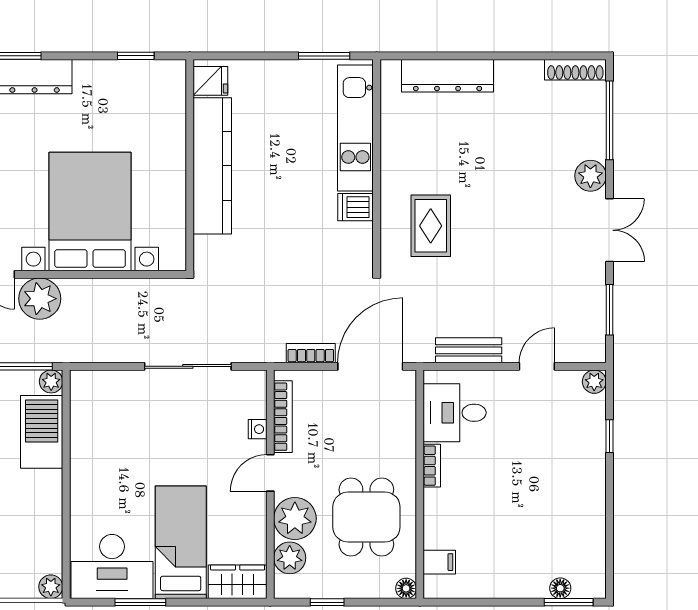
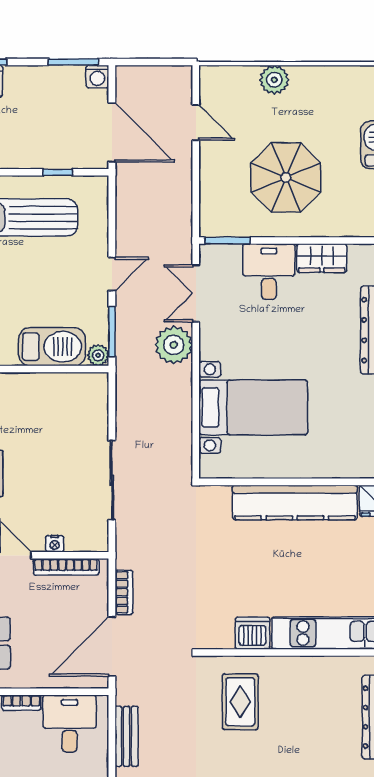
dishwasher: (355, 207) -> (252, 633), width x1.38
bed with nightstands: (90, 212) -> (253, 407), width x0.73
rug: (431, 226) -> (240, 702), turned 90
door: (370, 366) -> (112, 647), swing flipped

